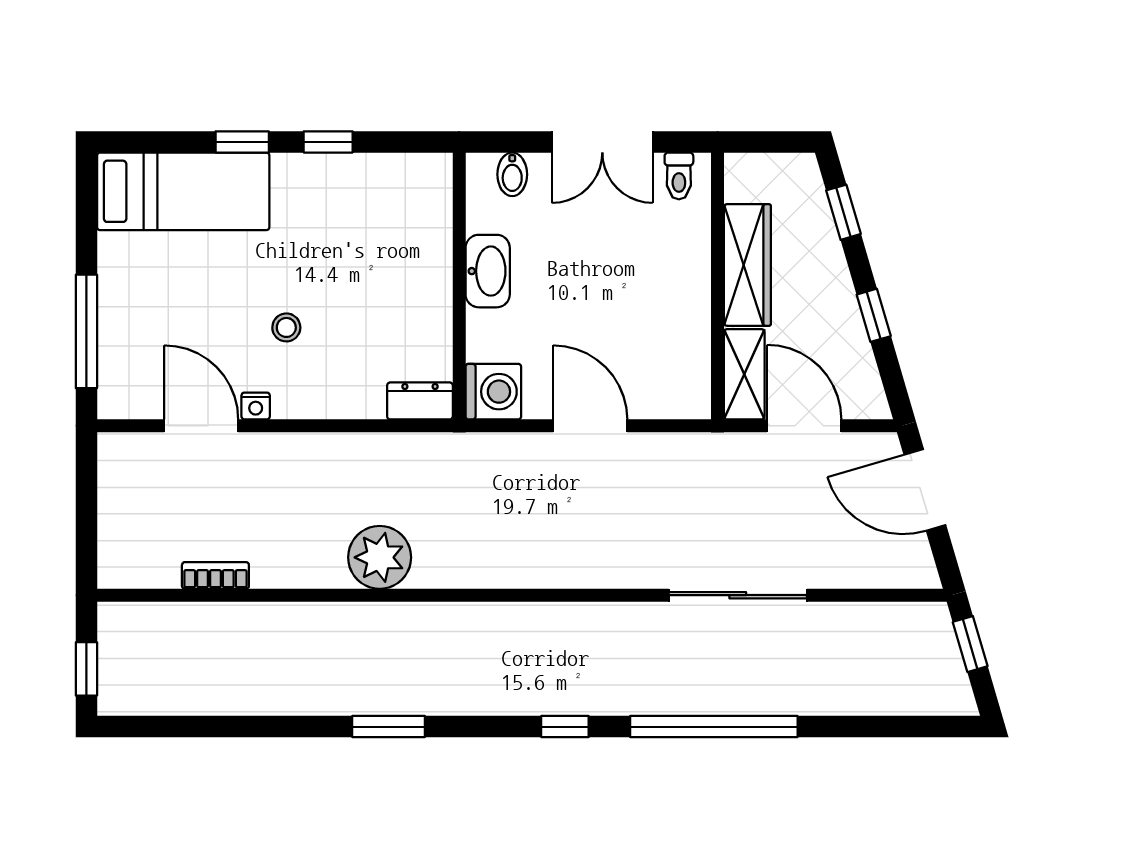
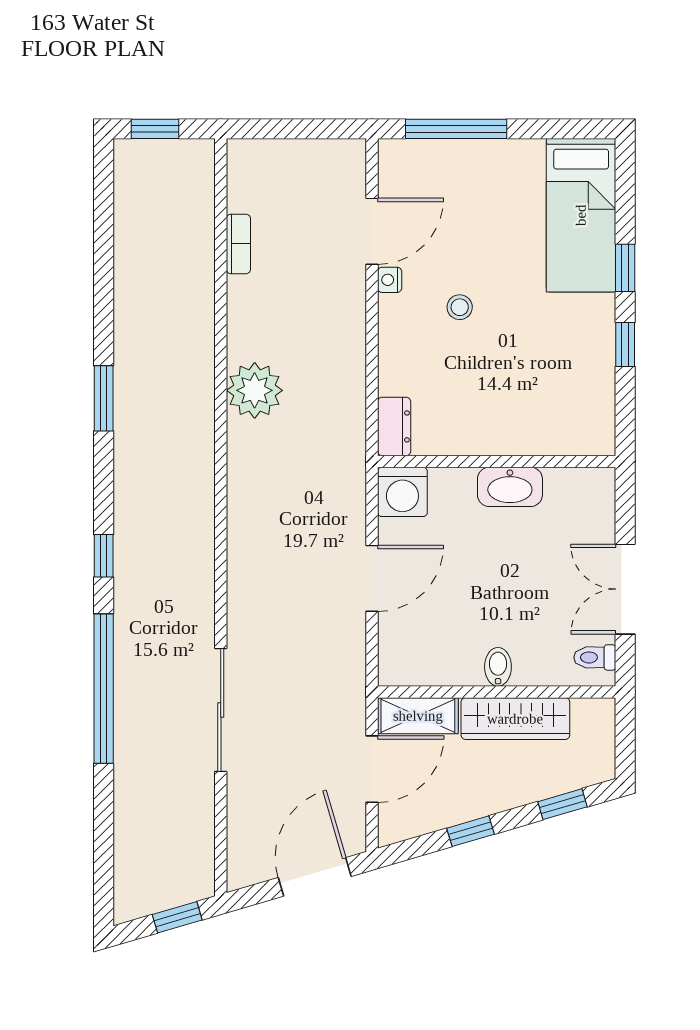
bidet: (512, 174) -> (498, 667), moved, turned 90

